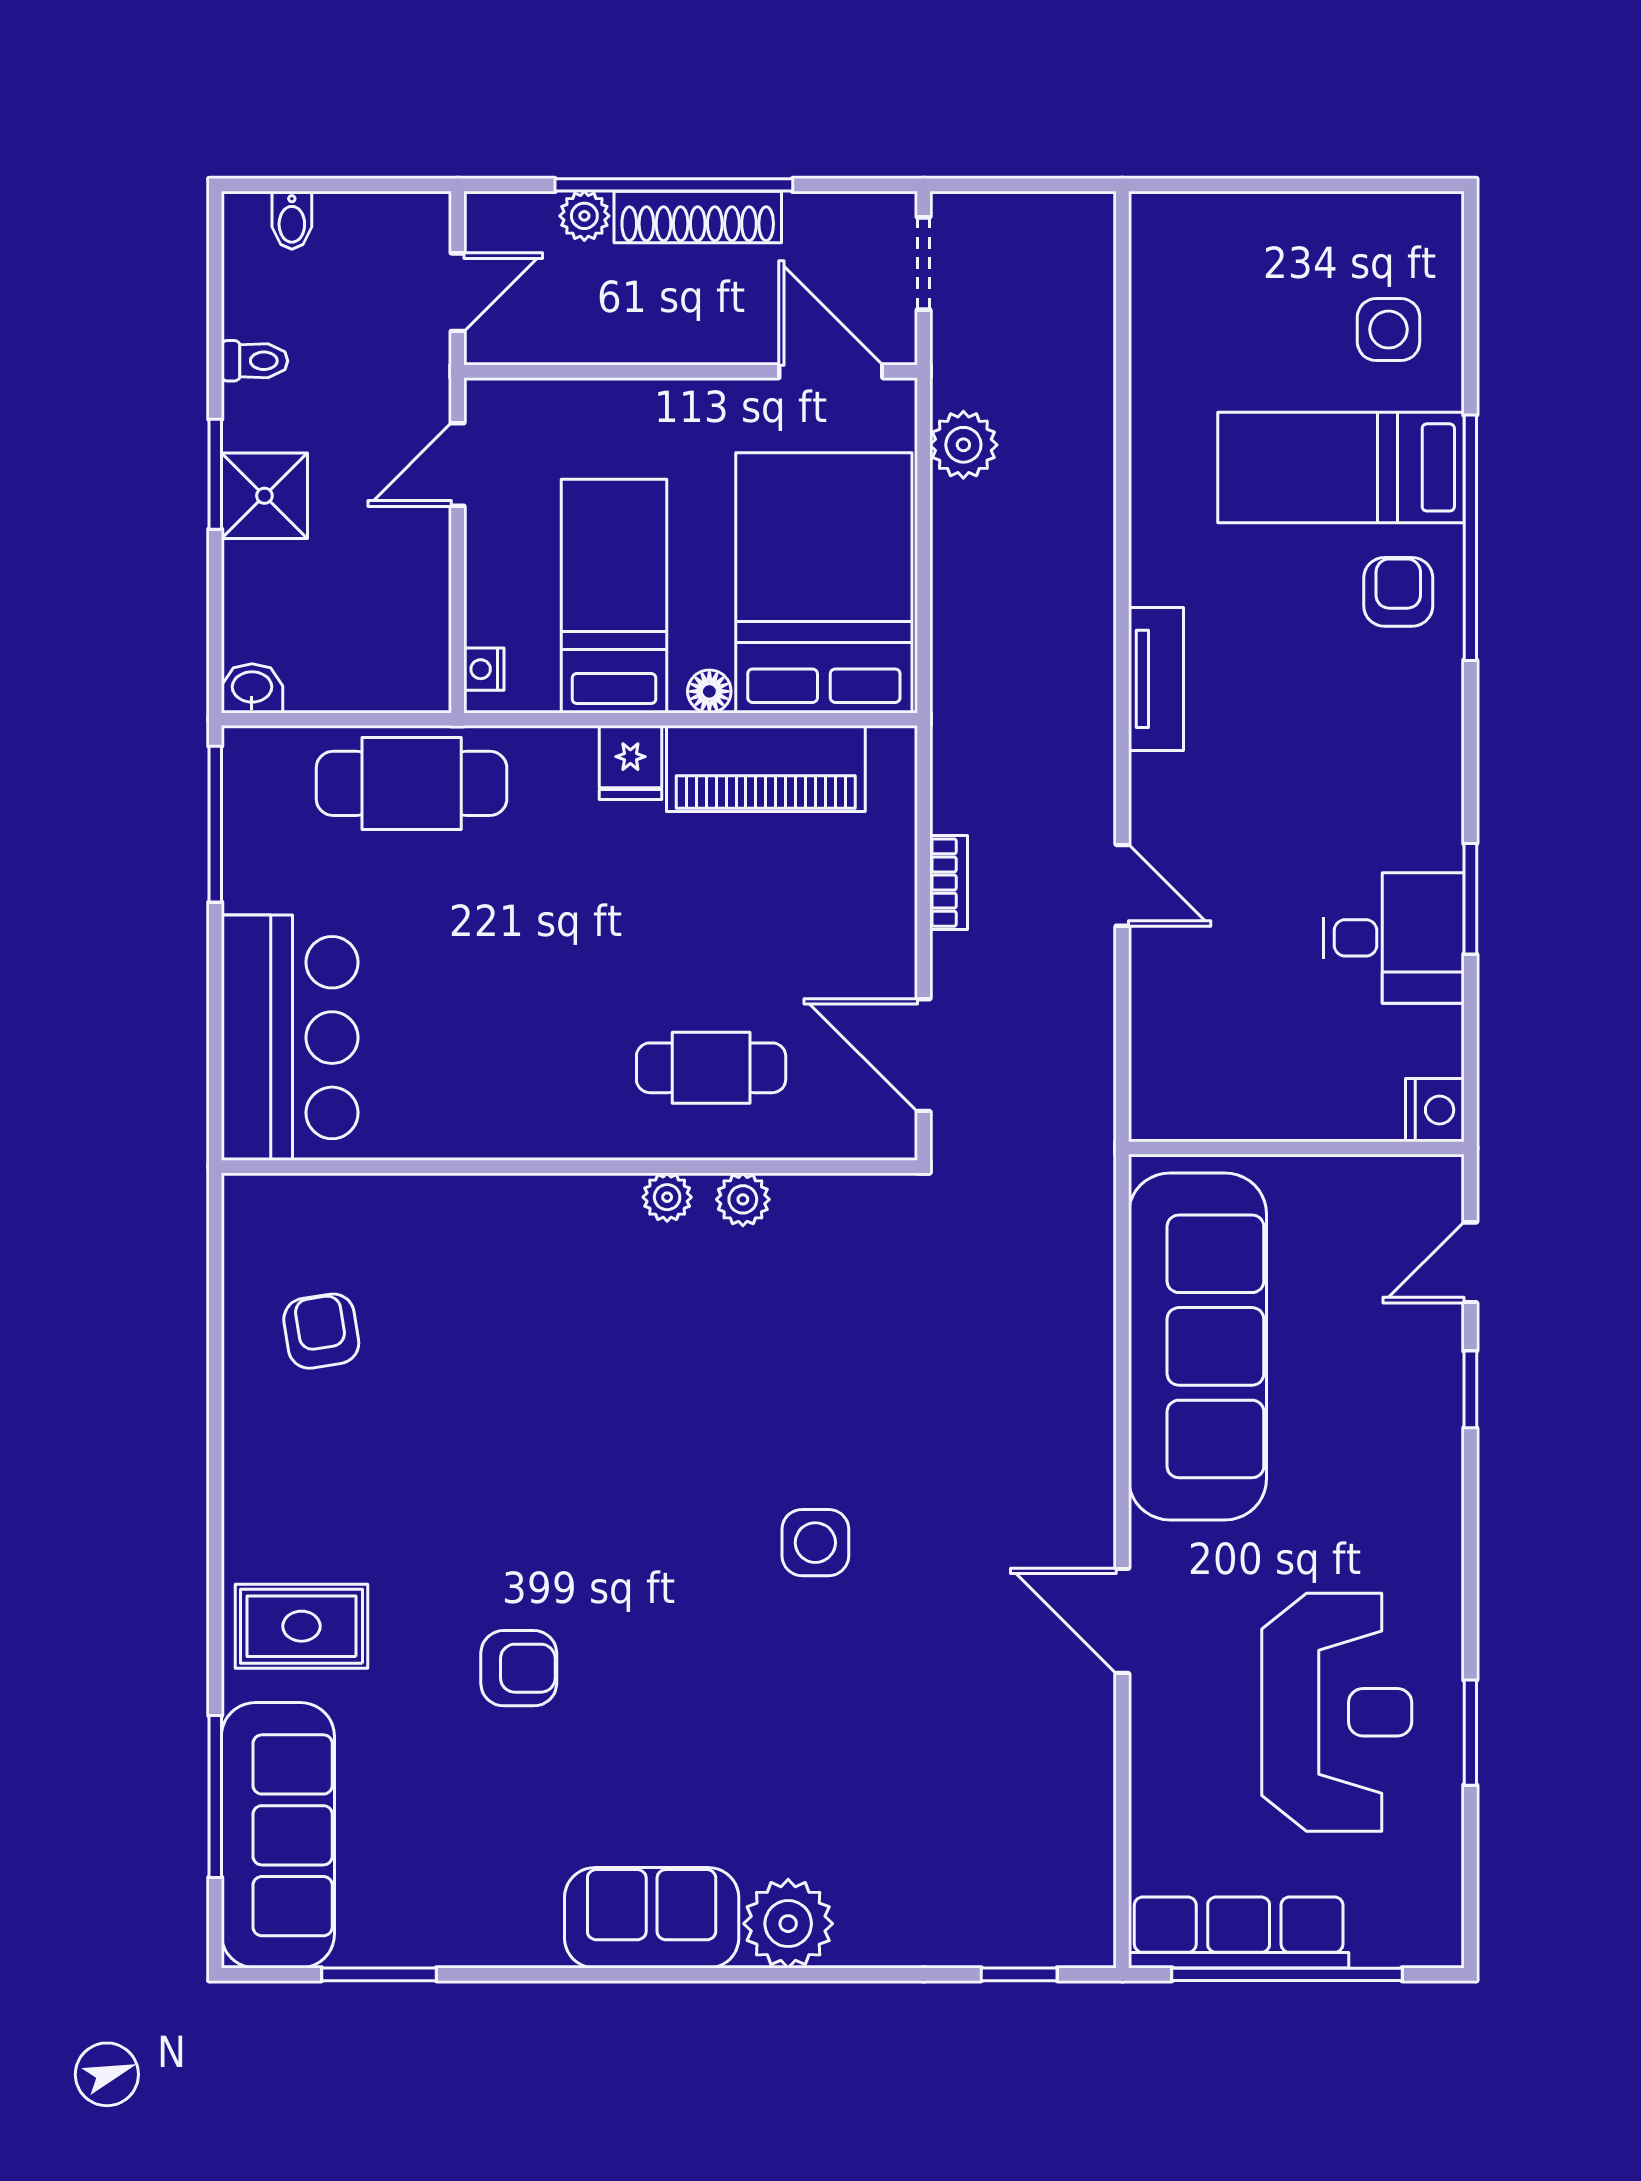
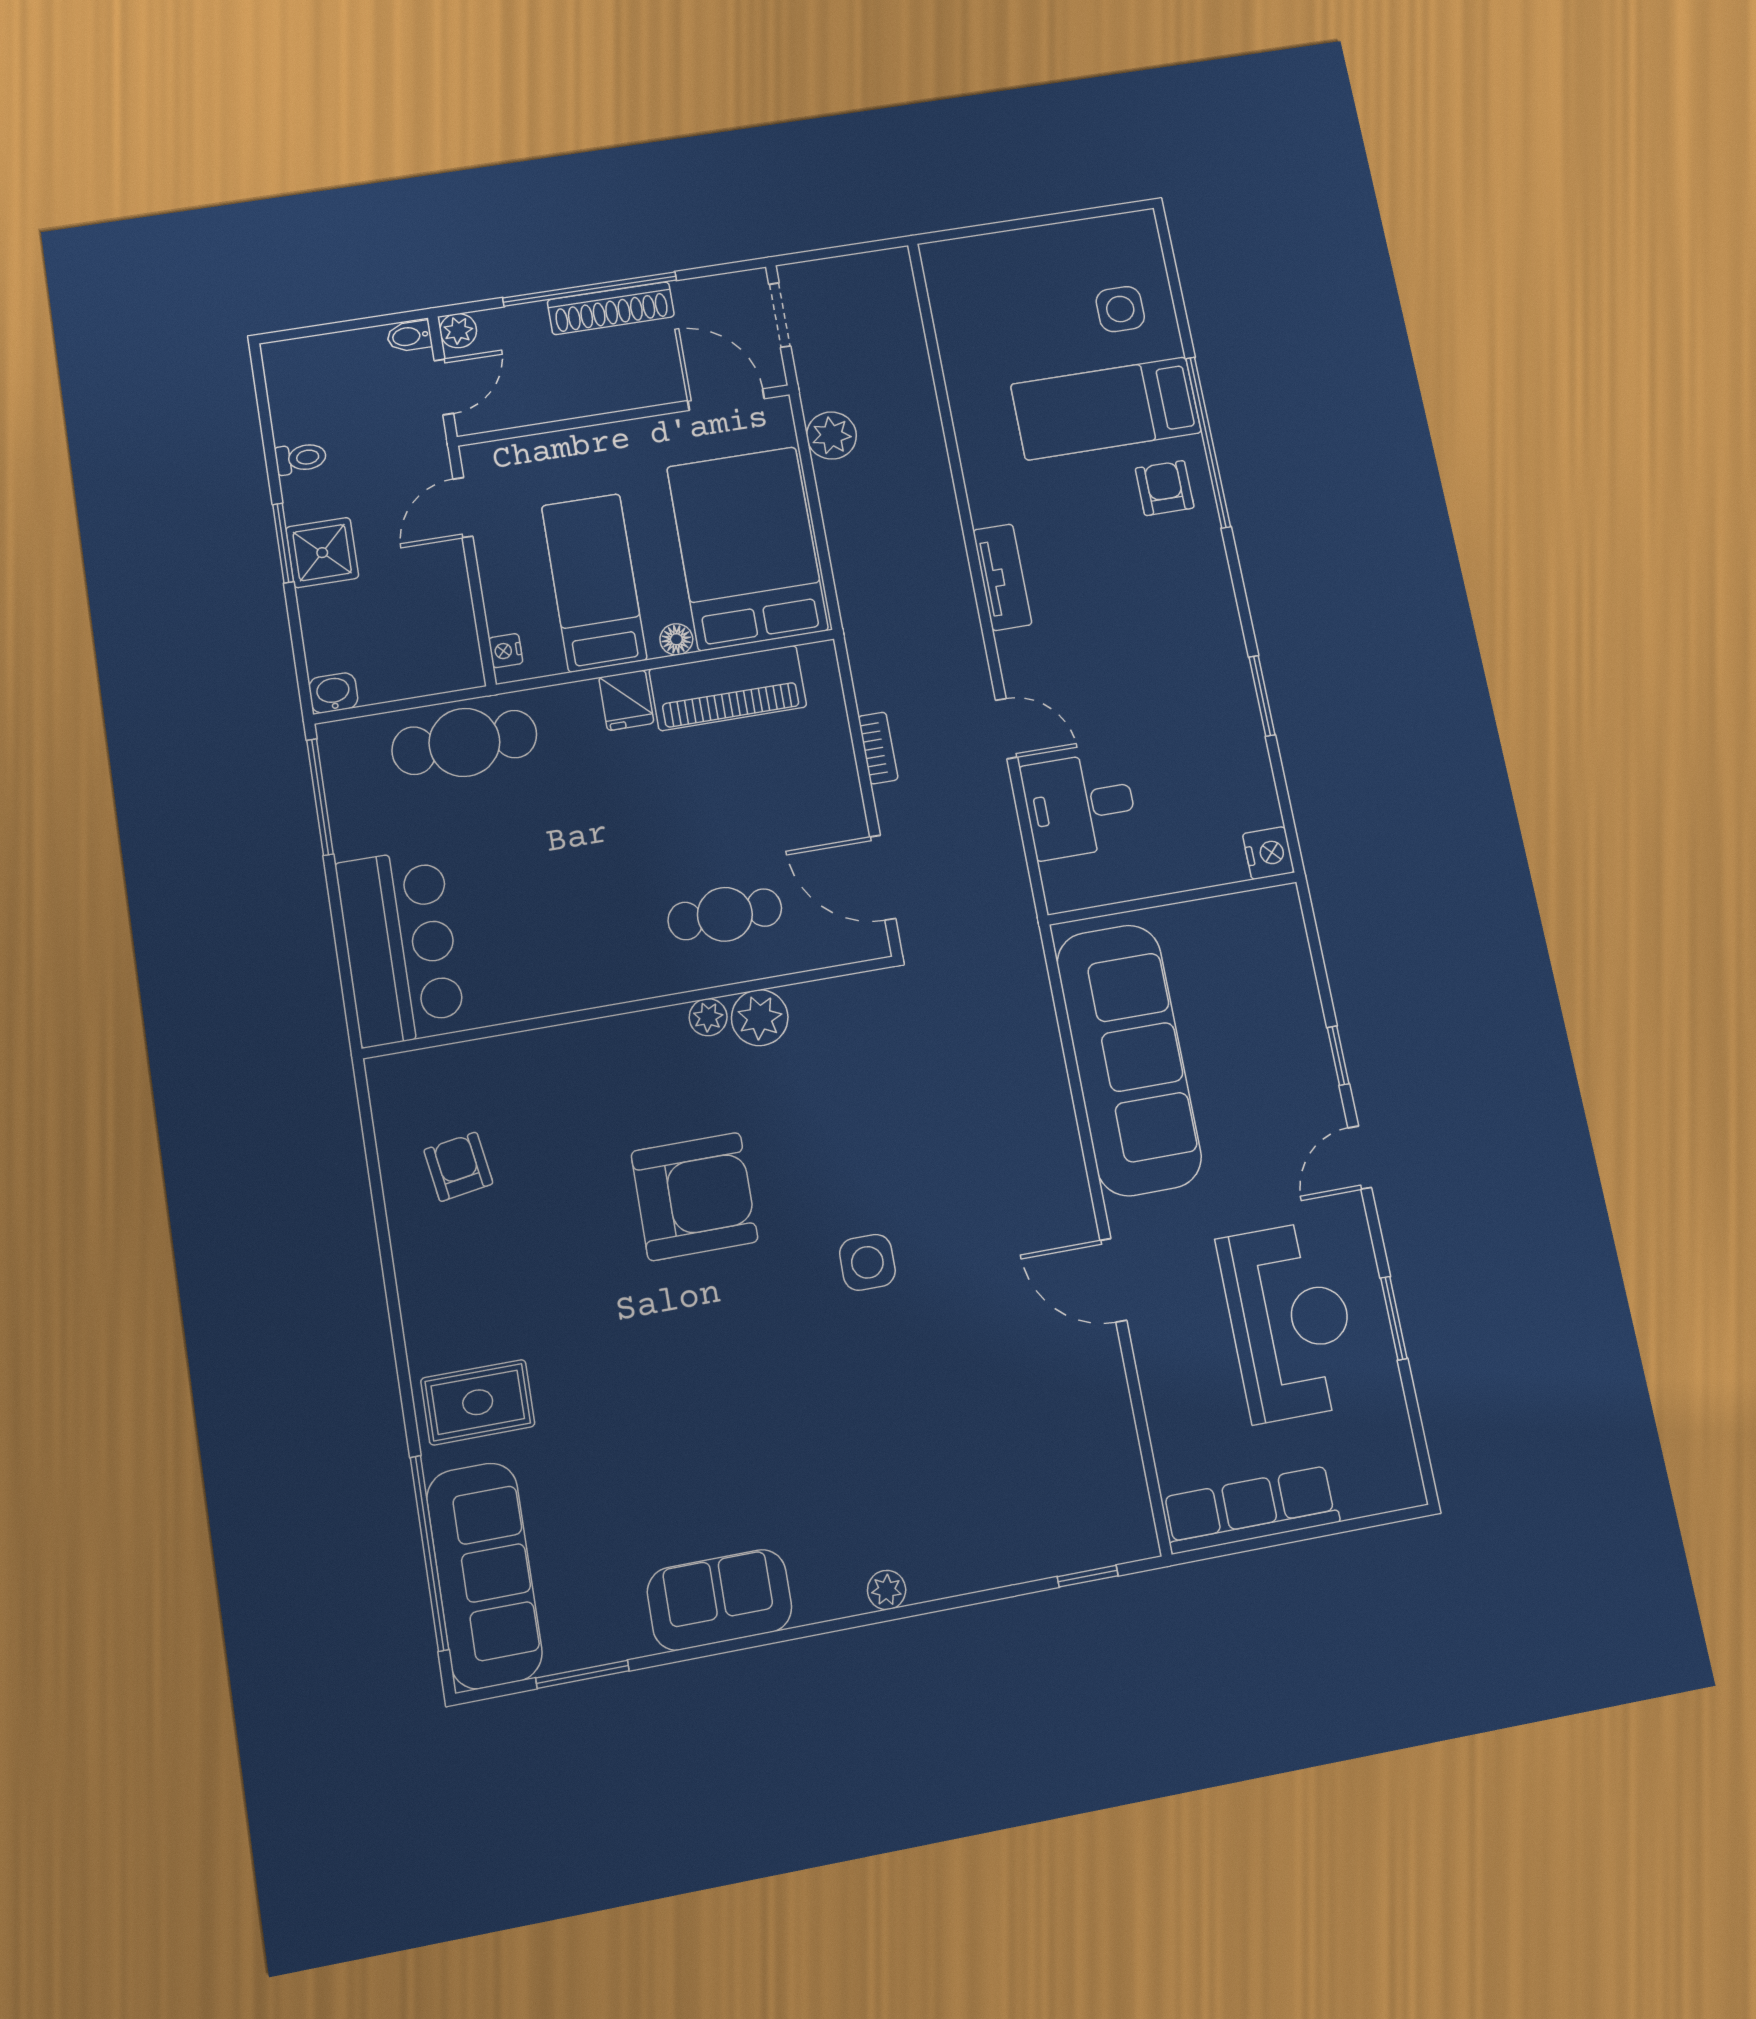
plant: (584, 216) -> (458, 331), moved
bidet: (292, 220) -> (409, 336), moved, turned 90
desk: (1394, 938) -> (1080, 805), moved, turned 180
plant: (743, 1199) -> (760, 1018), width x1.38, depth x1.38
door: (1470, 1262) -> (1360, 1158), moved
armchair: (519, 1668) -> (694, 1197), moved, width x1.88, depth x1.88
window: (215, 1796) -> (429, 1553), width x1.46
sofa: (652, 1918) -> (720, 1600), moved
plant: (788, 1924) -> (887, 1590), width x0.53, depth x0.53
window: (1287, 1974) -> (1294, 1536), removed

